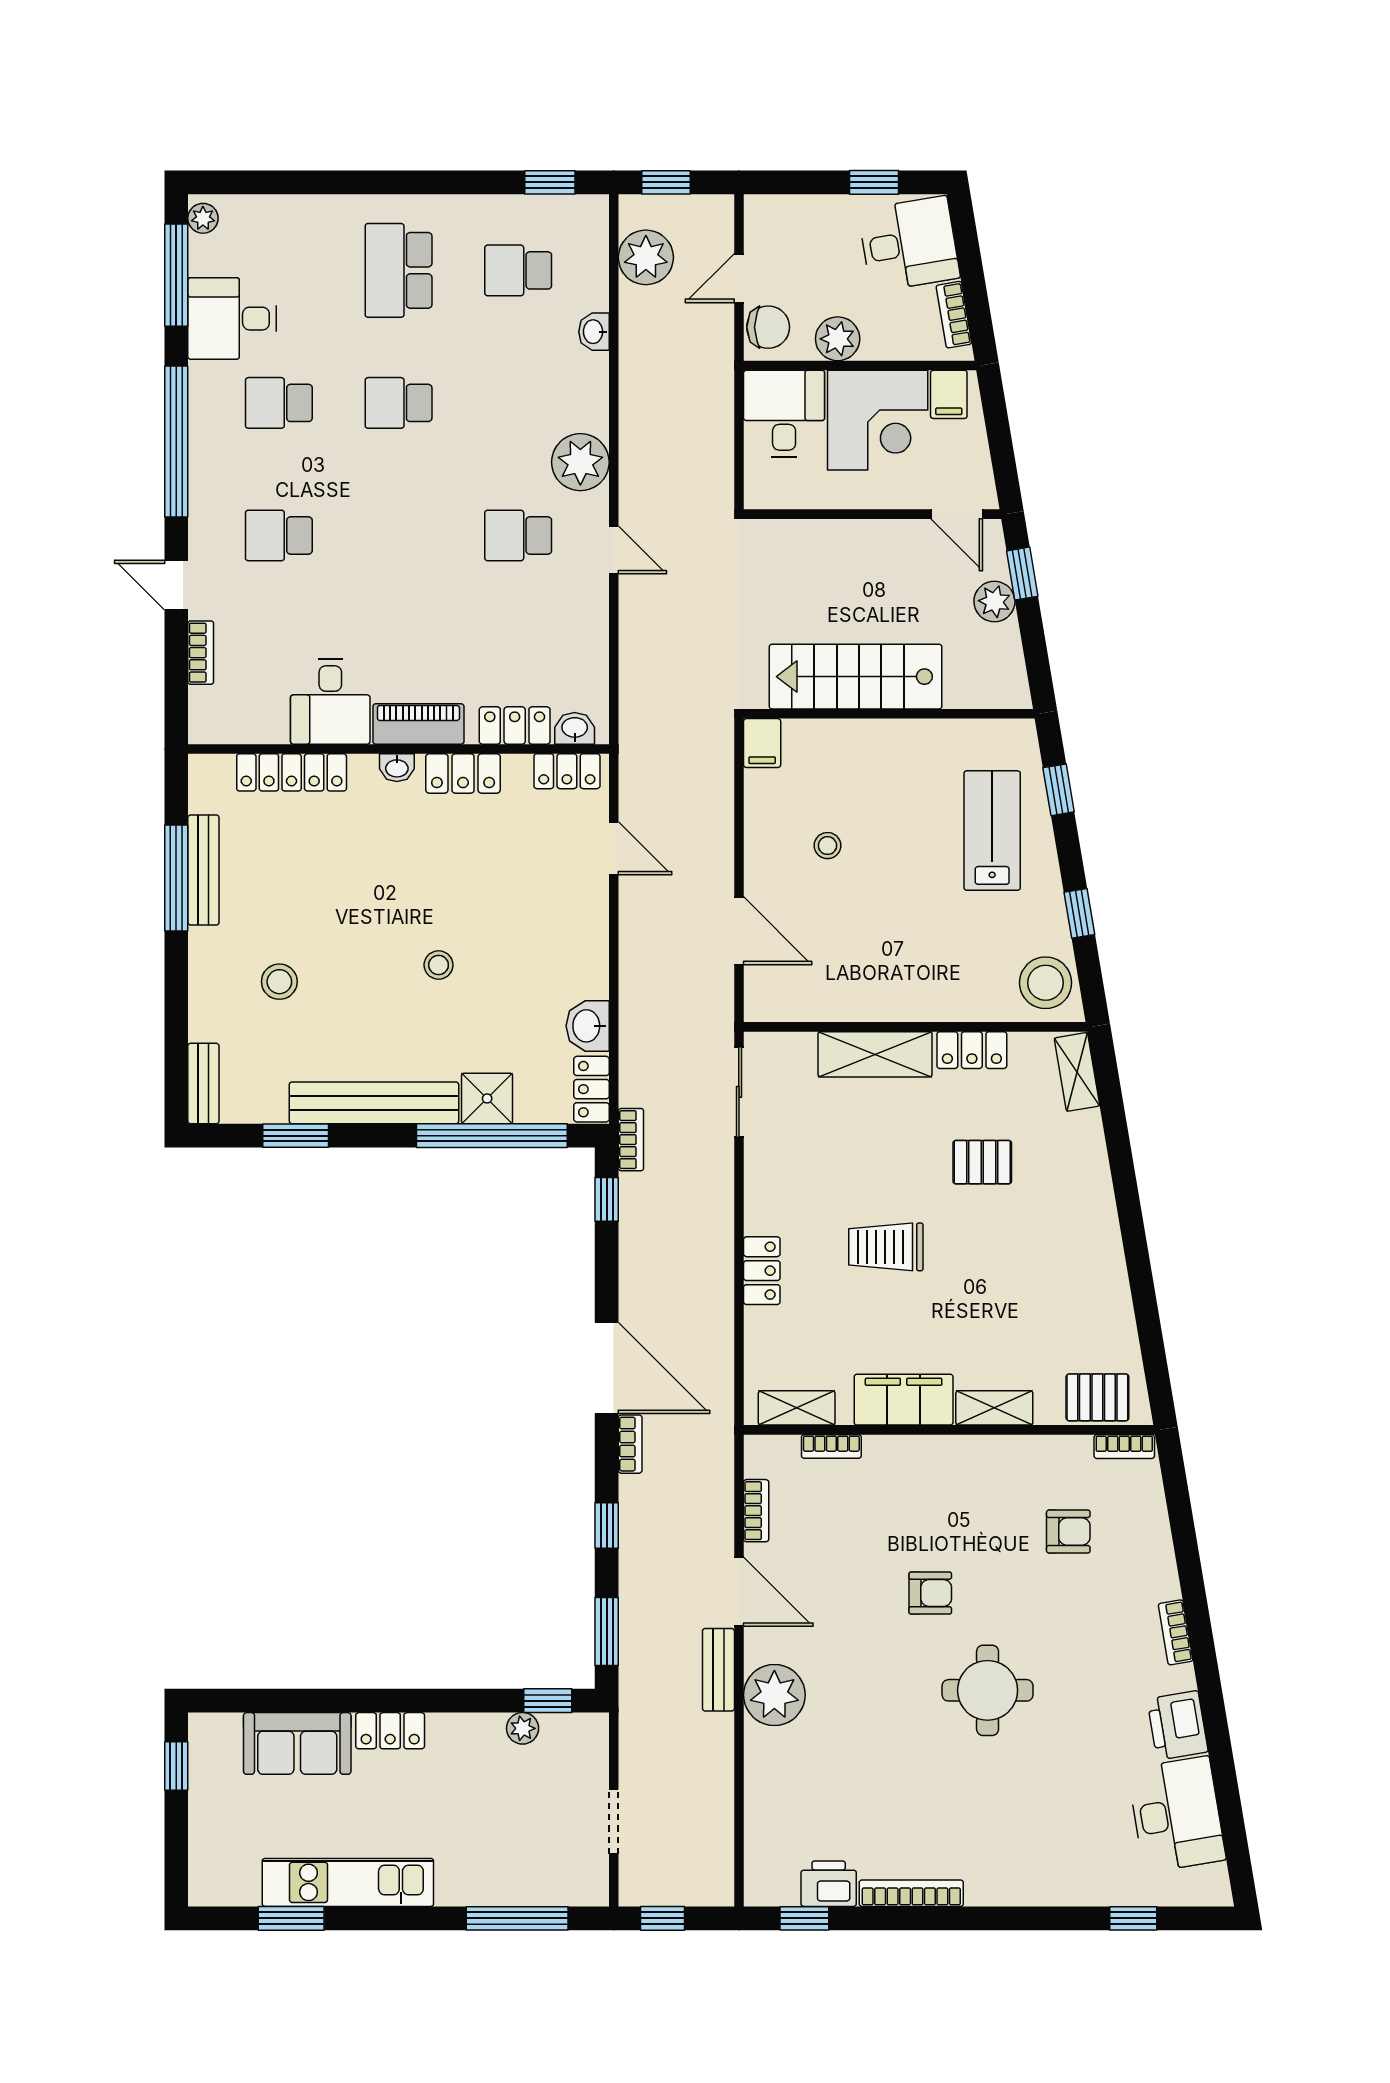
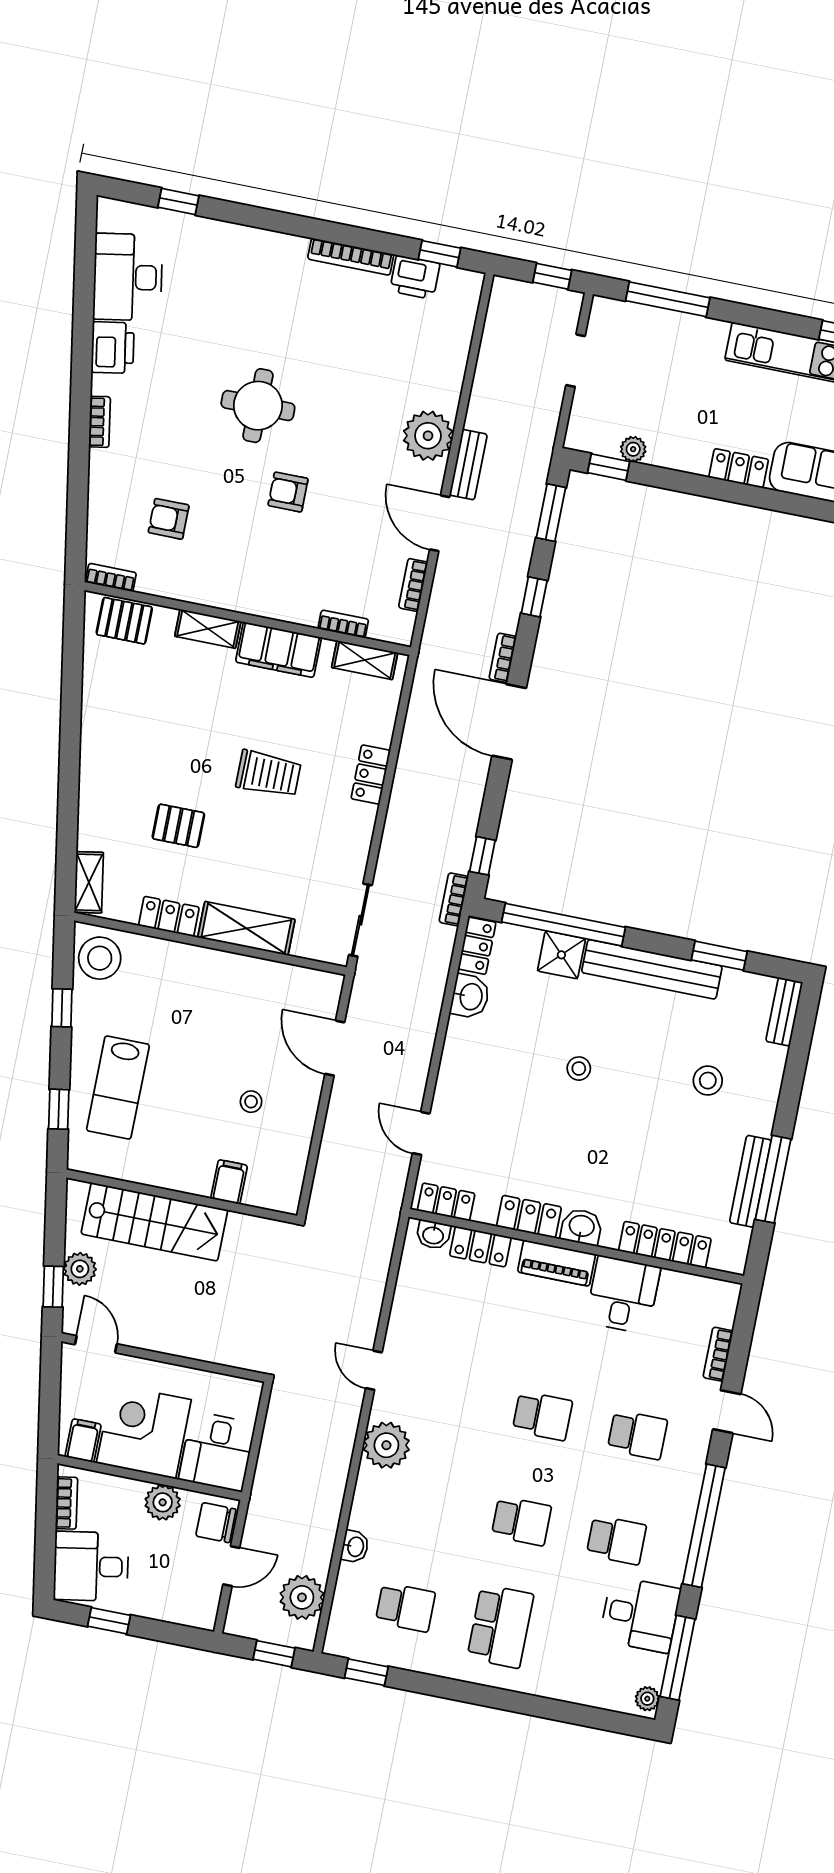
school desk: (518, 535) -> (542, 1416), moved
stairs: (856, 677) -> (154, 1222), moved
filing cabinet: (762, 743) -> (229, 1182), moved
washbasin: (397, 768) -> (582, 1227), width x1.38, depth x1.45

